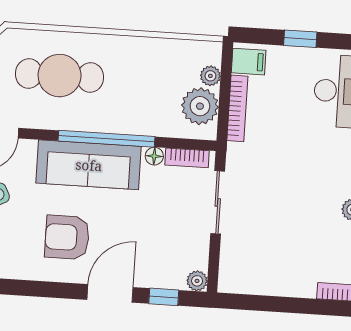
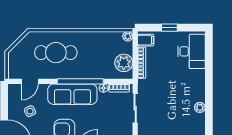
plant: (210, 76) -> (128, 36), moved

